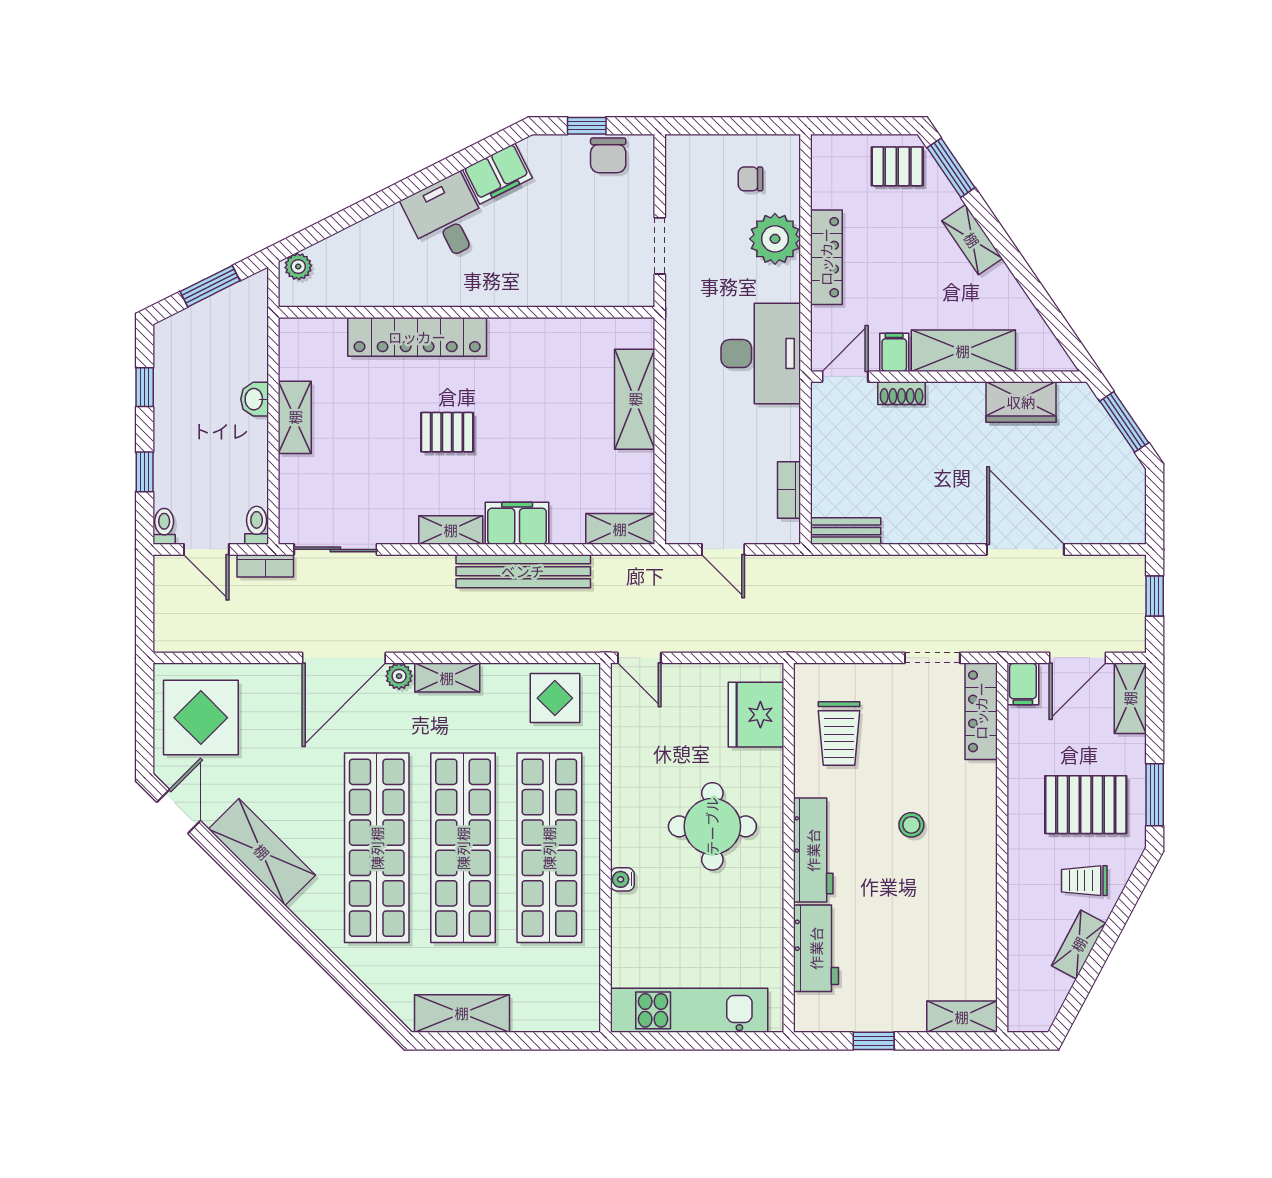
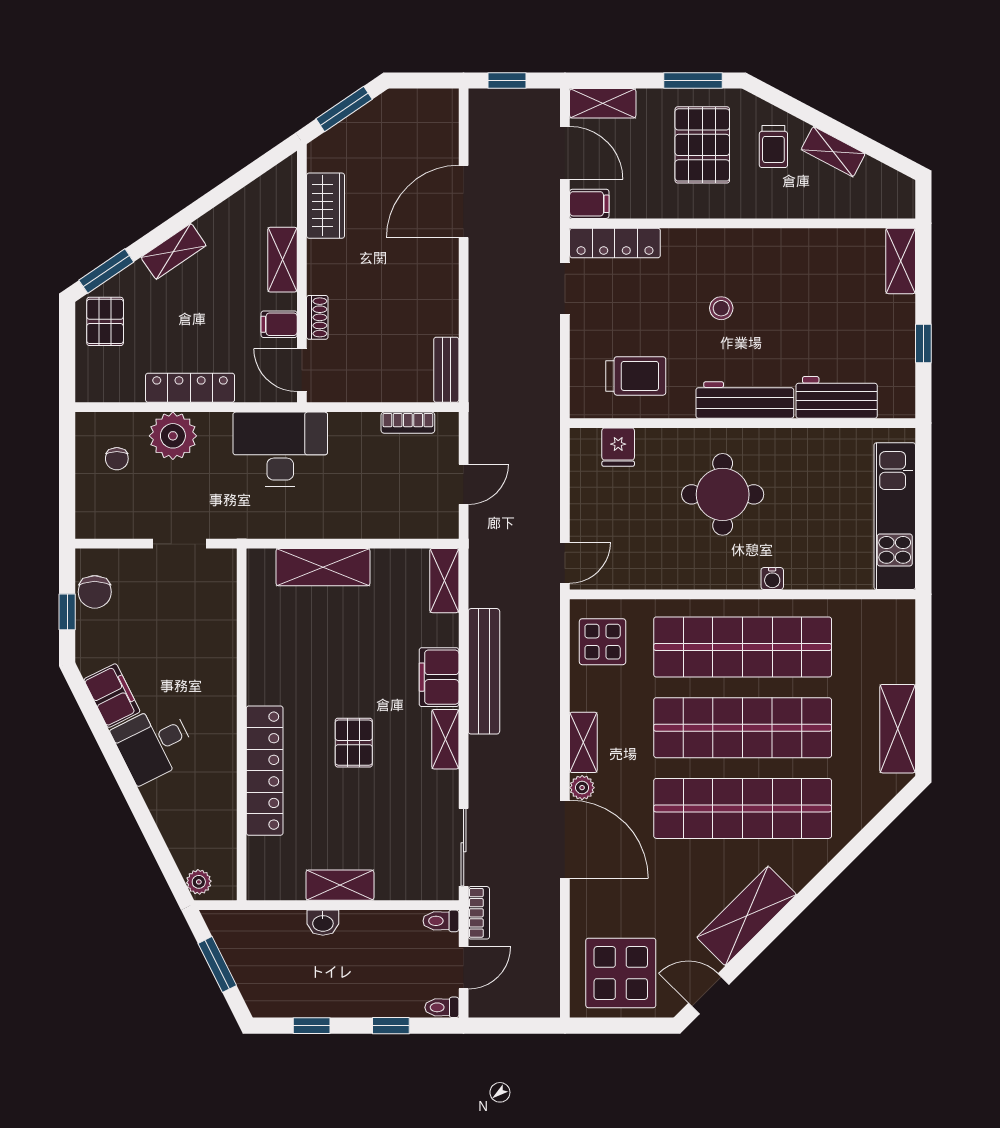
chair: (608, 155) -> (95, 592), turned 90
shelving: (963, 351) -> (282, 260), width x0.67, depth x0.75
fridge: (756, 715) -> (618, 447), width x0.53, depth x0.75

